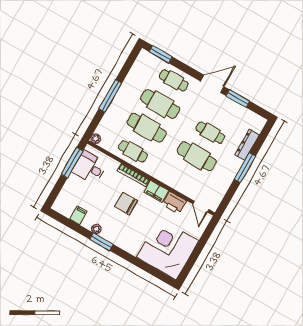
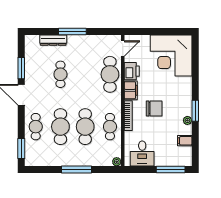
cafe table: (197, 156) -> (110, 74), moved
window: (72, 163) -> (171, 169), moved
chair: (126, 204) -> (154, 108), turned -90

